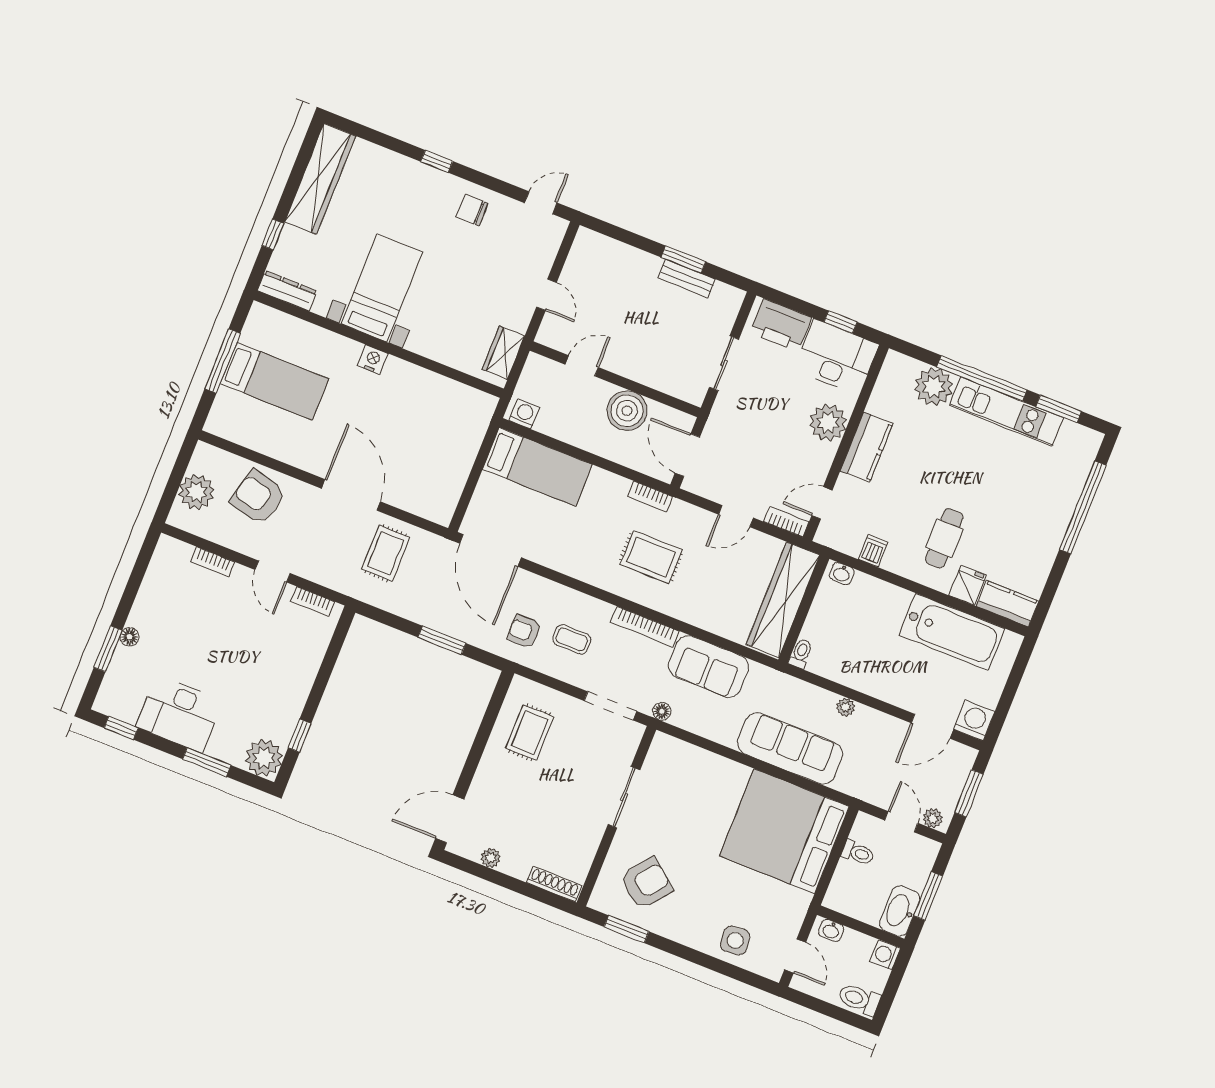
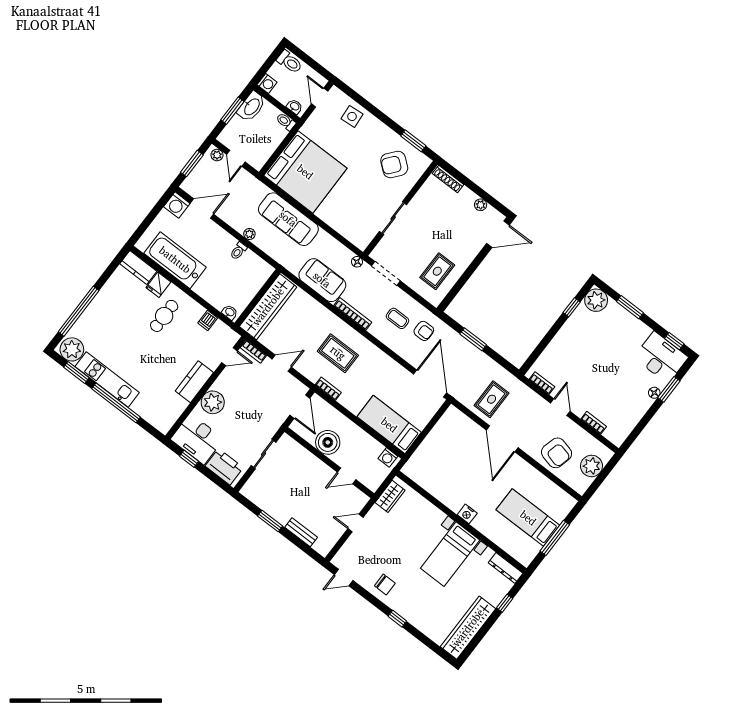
bench: (687, 279) -> (301, 532), moved
door: (546, 295) -> (355, 523), hinge flipped
plant: (934, 387) -> (72, 349), moved
toilet: (801, 654) -> (238, 251), moved
desk: (179, 714) -> (661, 357), moved
toilet: (858, 853) -> (286, 122), moved

